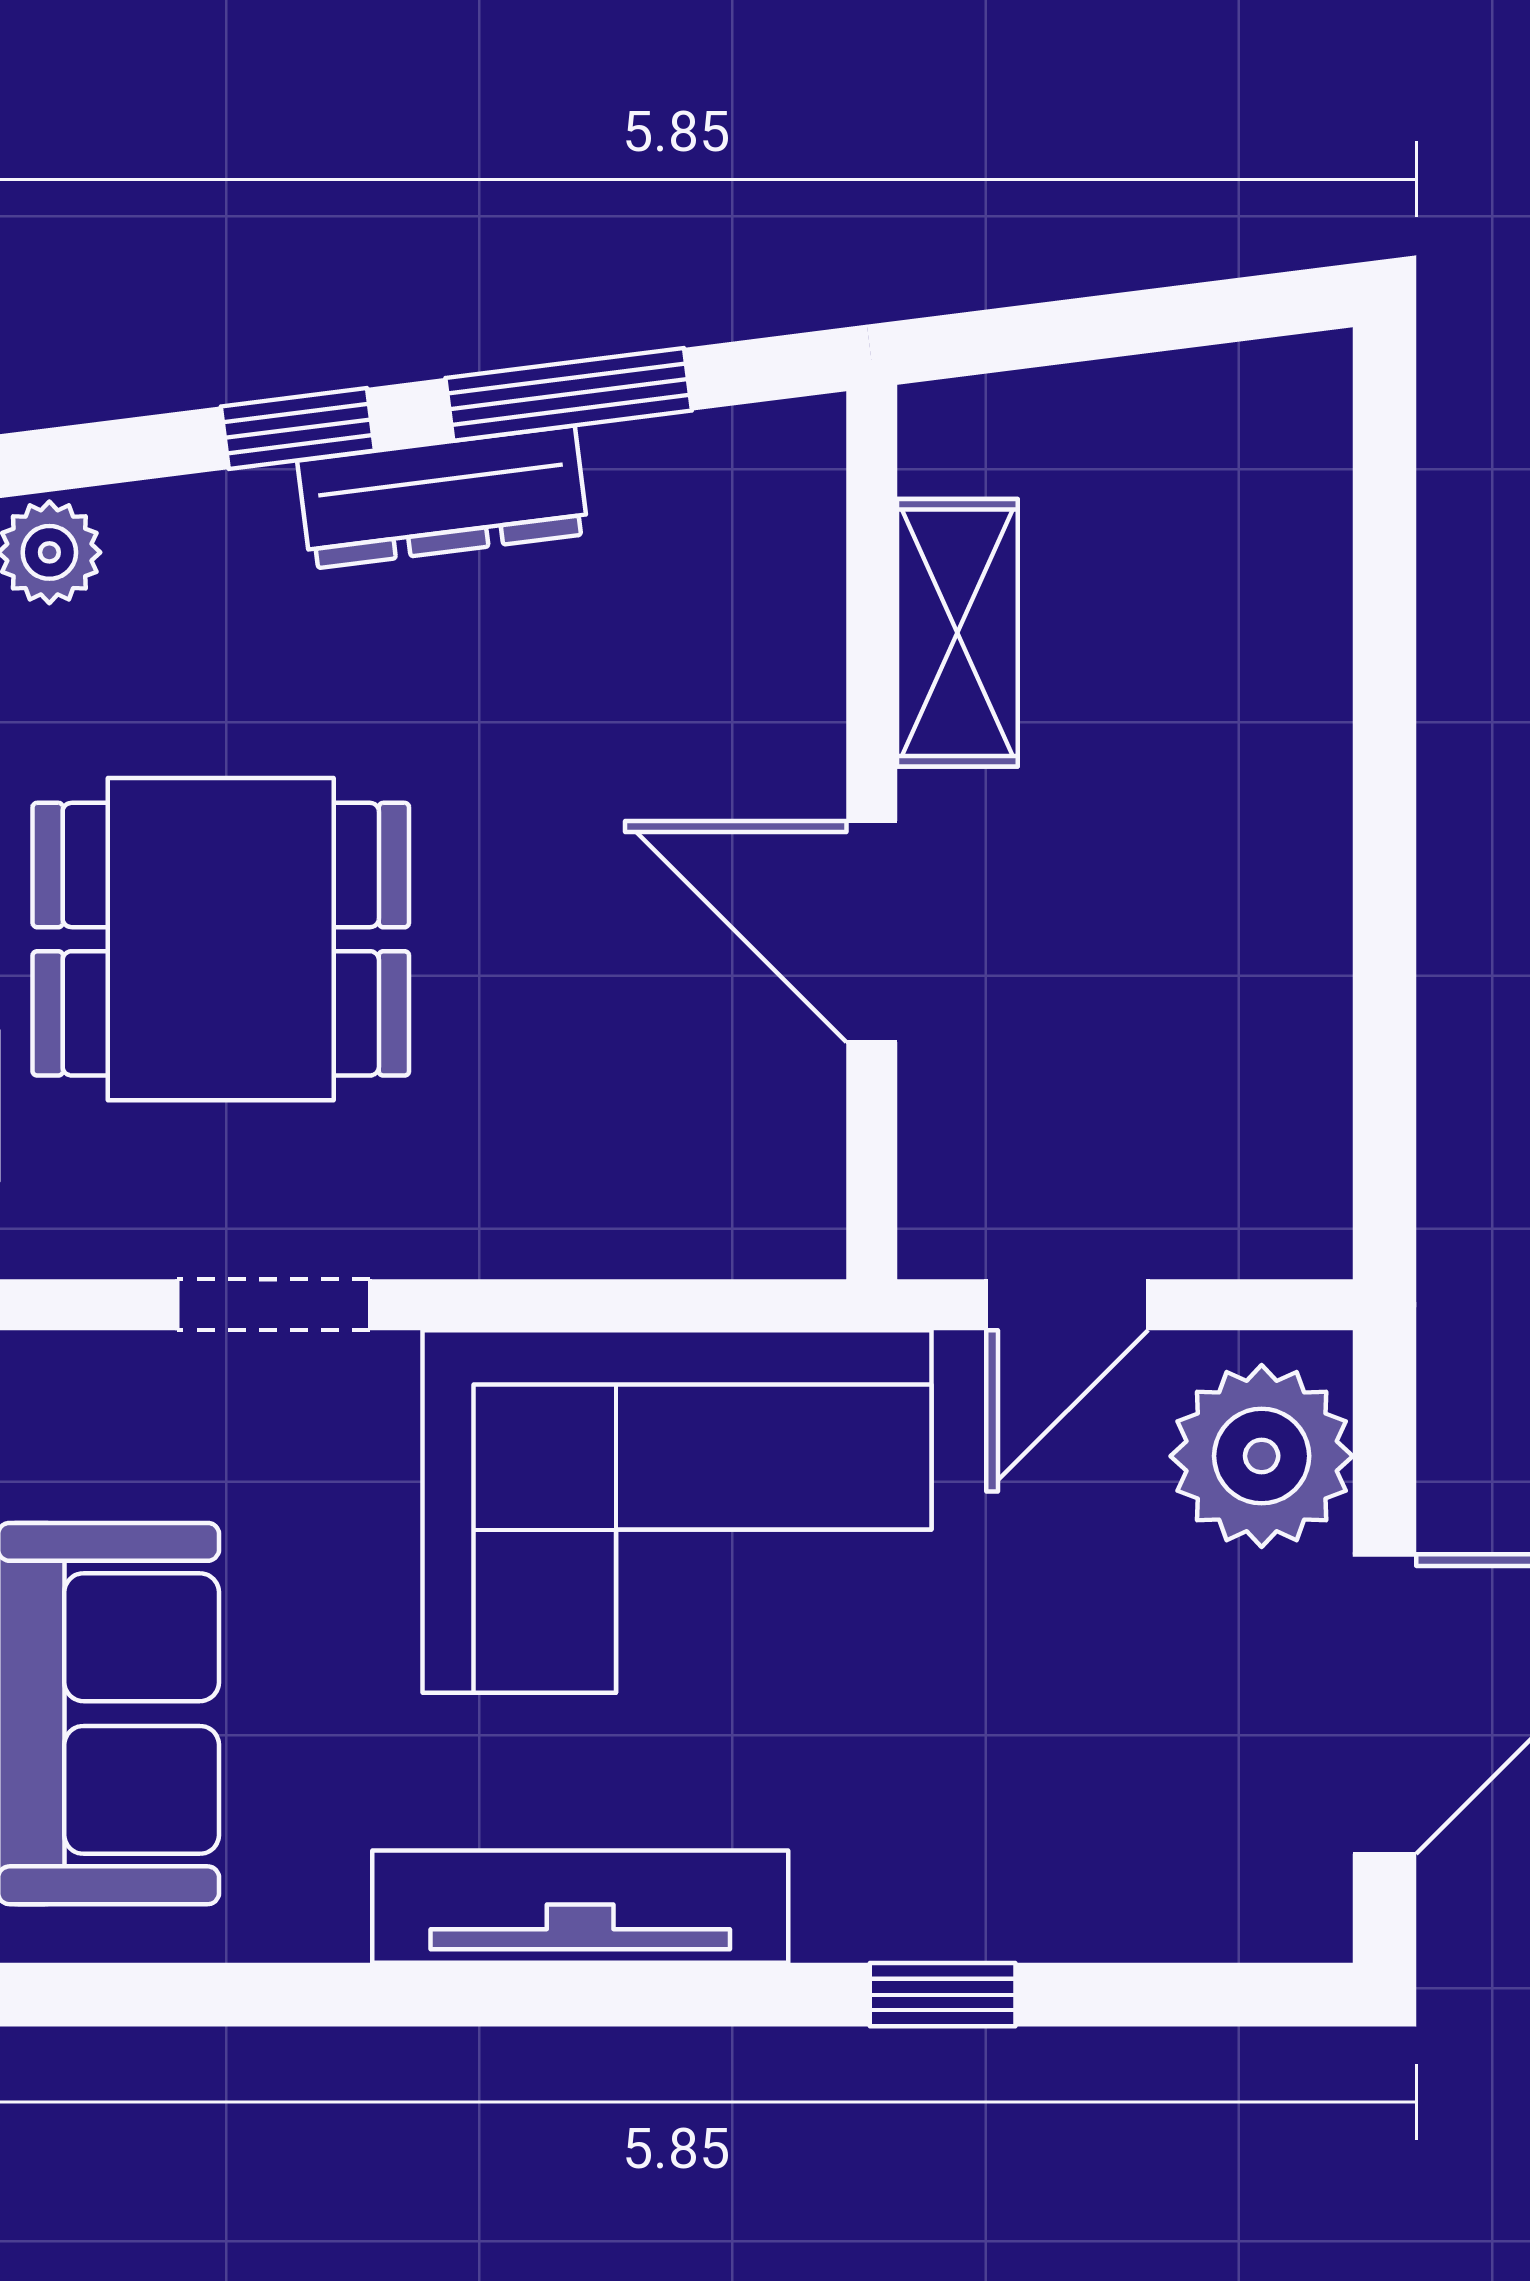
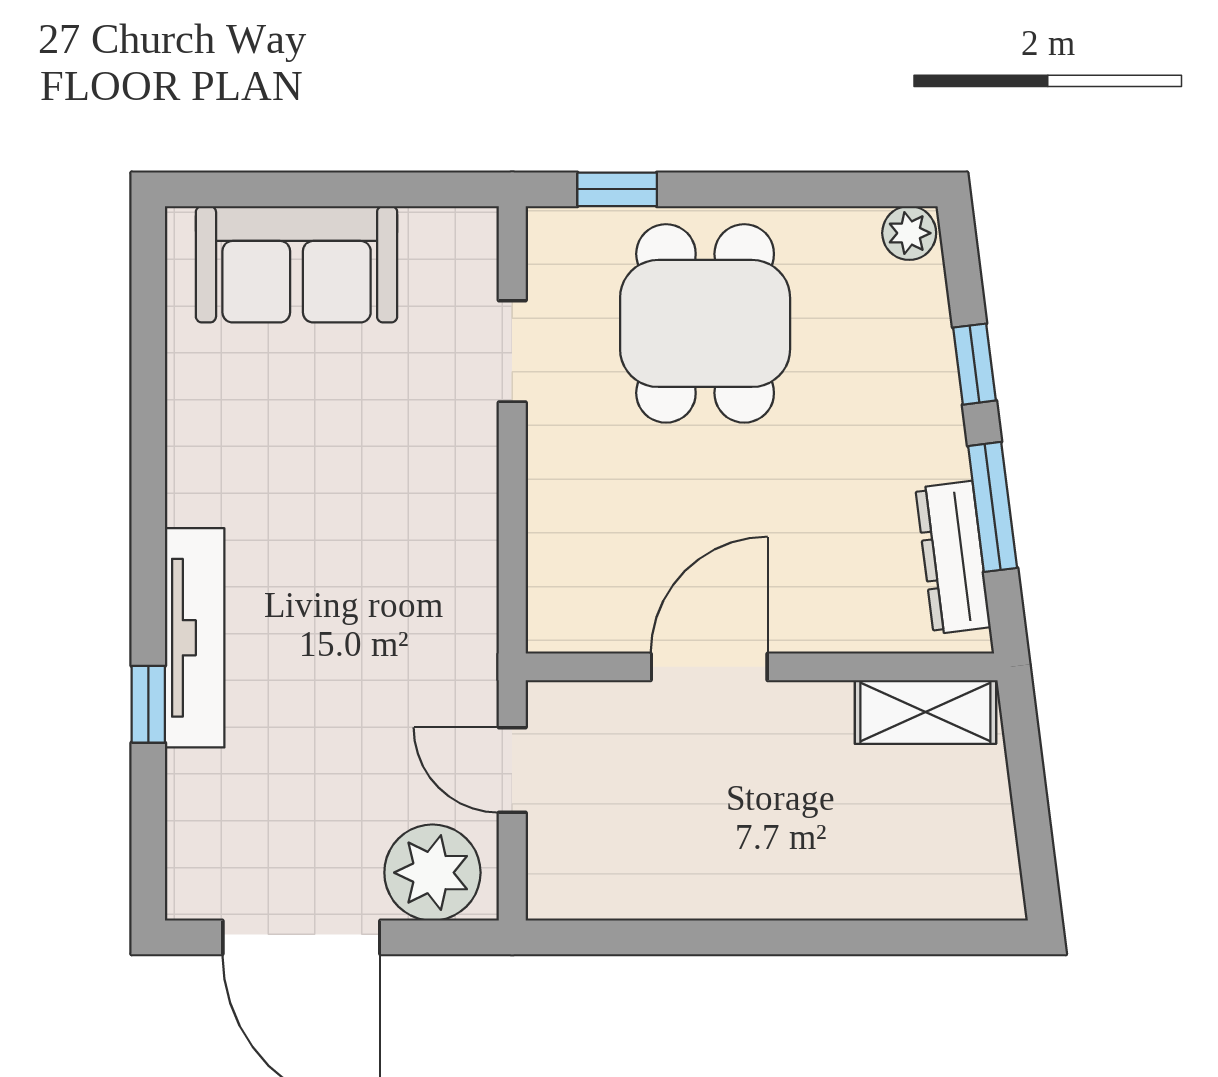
dresser: (443, 497) -> (953, 558), moved
shelving: (957, 633) -> (925, 712), moved
corner sofa: (677, 1511) -> (403, 564), removed
tv unit: (580, 1907) -> (195, 638), moved

